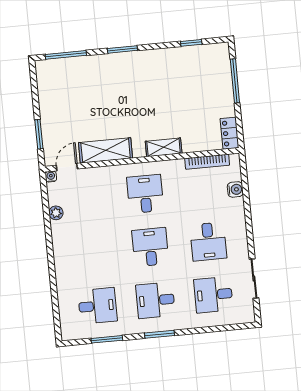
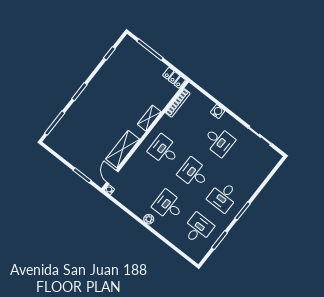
water cooler: (235, 189) -> (218, 112), moved
plant: (56, 213) -> (149, 219), moved
desk: (213, 295) -> (168, 206), moved, turned 90

